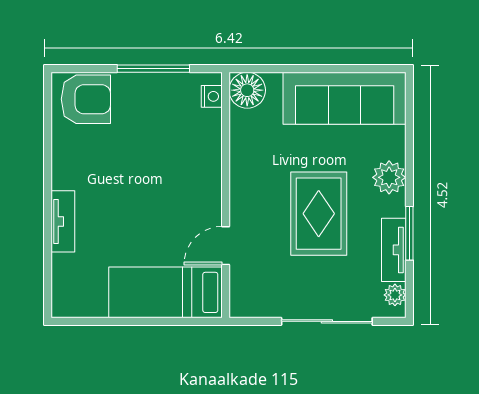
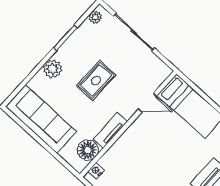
floor lamp: (247, 90) -> (88, 150), moved
rug: (319, 214) -> (96, 81), width x0.73, depth x0.70
tv unit: (394, 250) -> (110, 130), moved, turned 180

